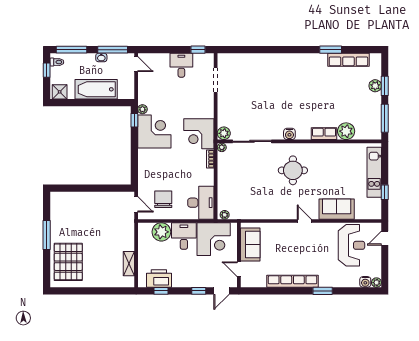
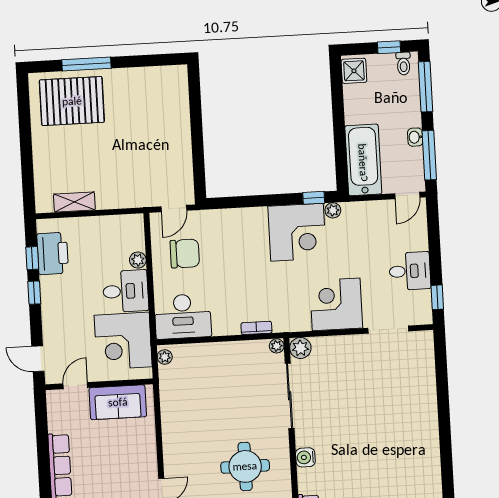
bathtub: (96, 89) -> (363, 160), moved
corner desk: (199, 134) -> (336, 304), moved
plant: (161, 232) -> (138, 260), width x0.53, depth x0.53
window: (47, 235) -> (86, 64), moved
window: (199, 291) -> (34, 293), moved

